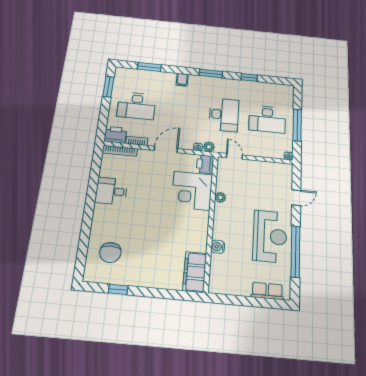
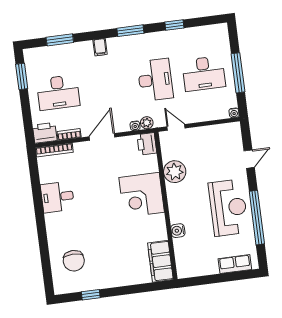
corner desk: (192, 191) -> (142, 195), moved
plant: (220, 197) -> (175, 172), width x1.87, depth x1.87

